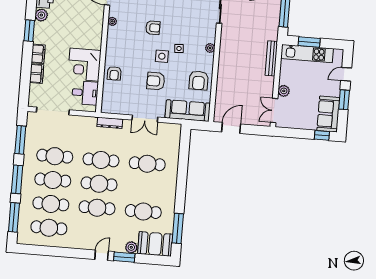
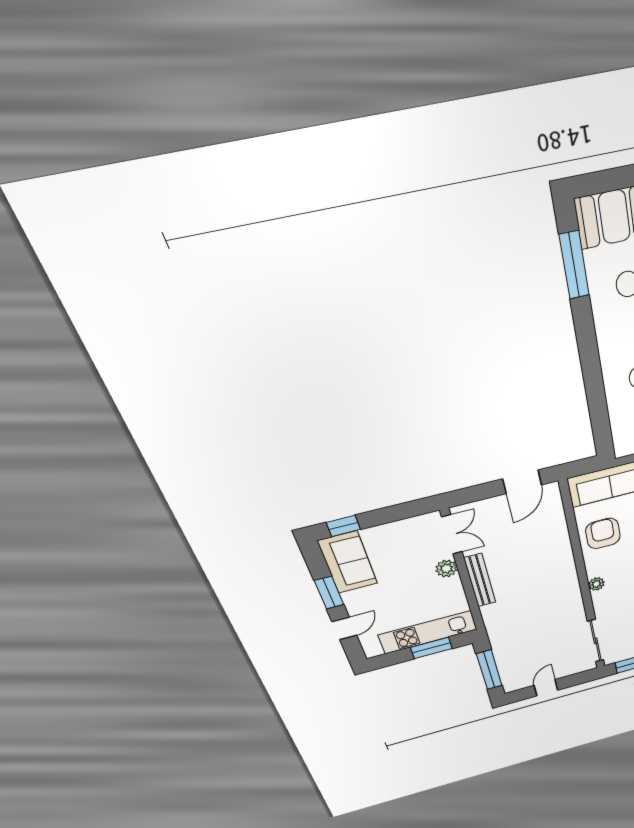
bench: (271, 58) -> (480, 580), moved

